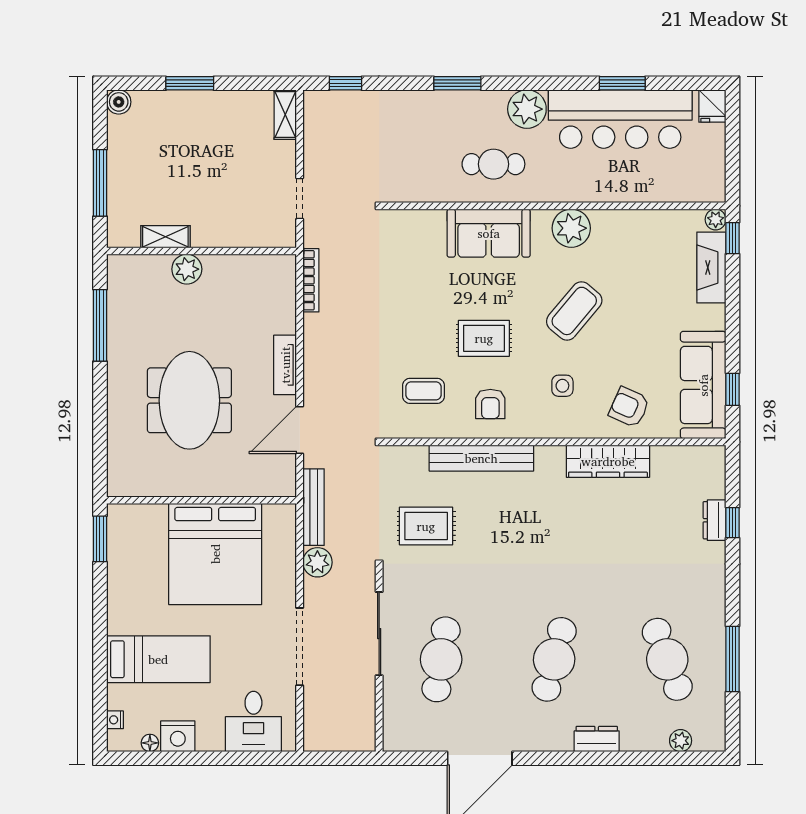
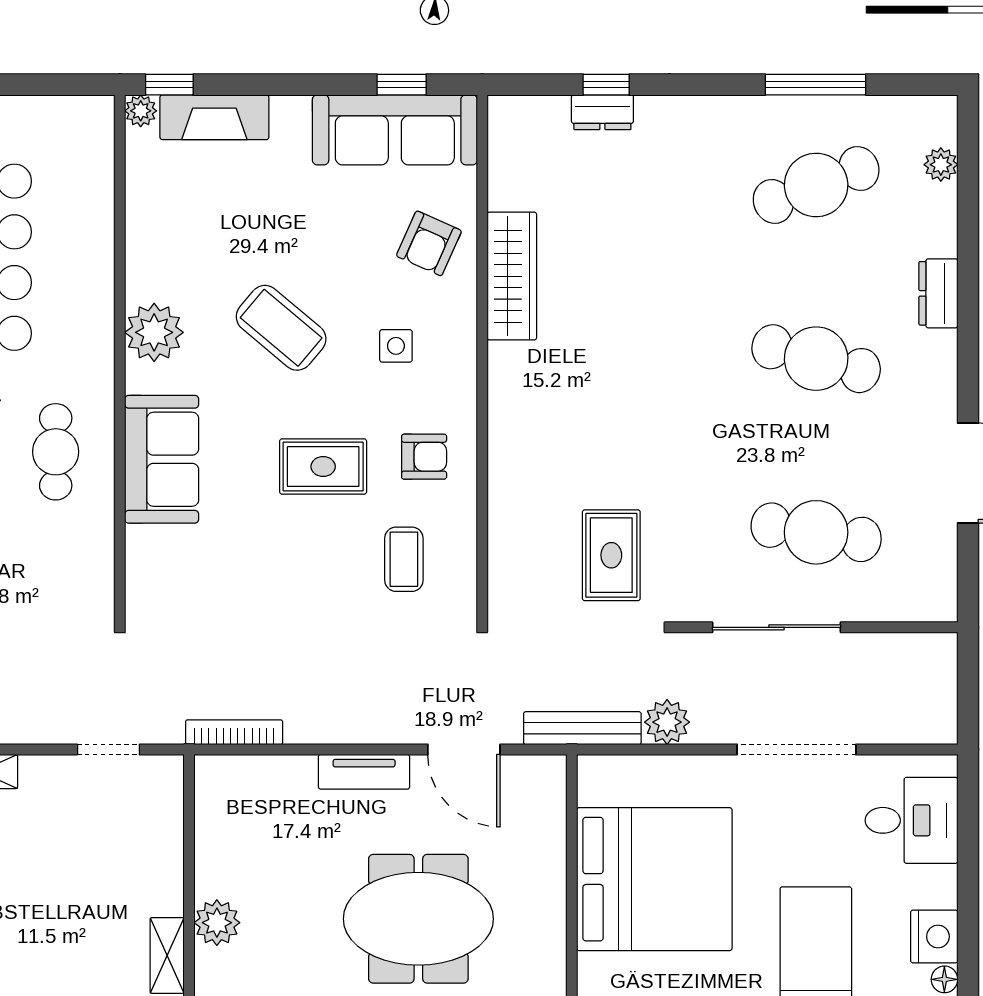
rug: (484, 338) -> (323, 467), turned 90
bench: (481, 458) -> (507, 470), removed

